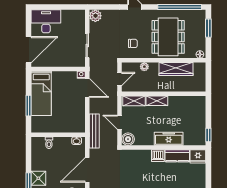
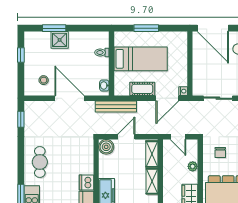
bed: (41, 93) -> (141, 59), moved, turned 180
cot: (79, 109) -> (142, 89), added

